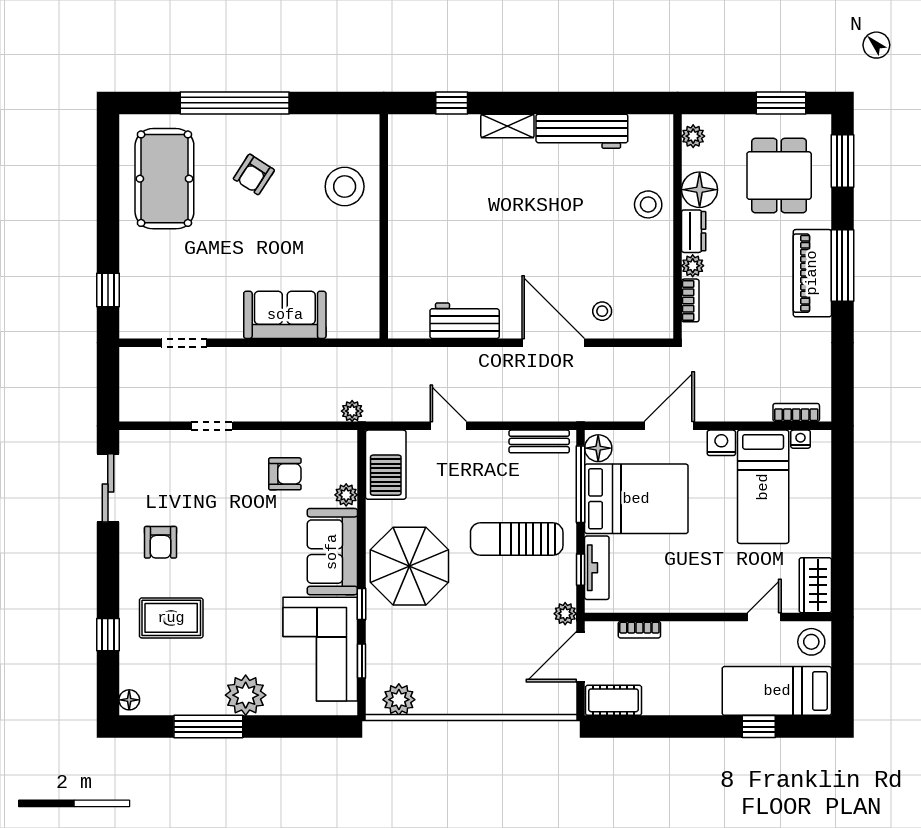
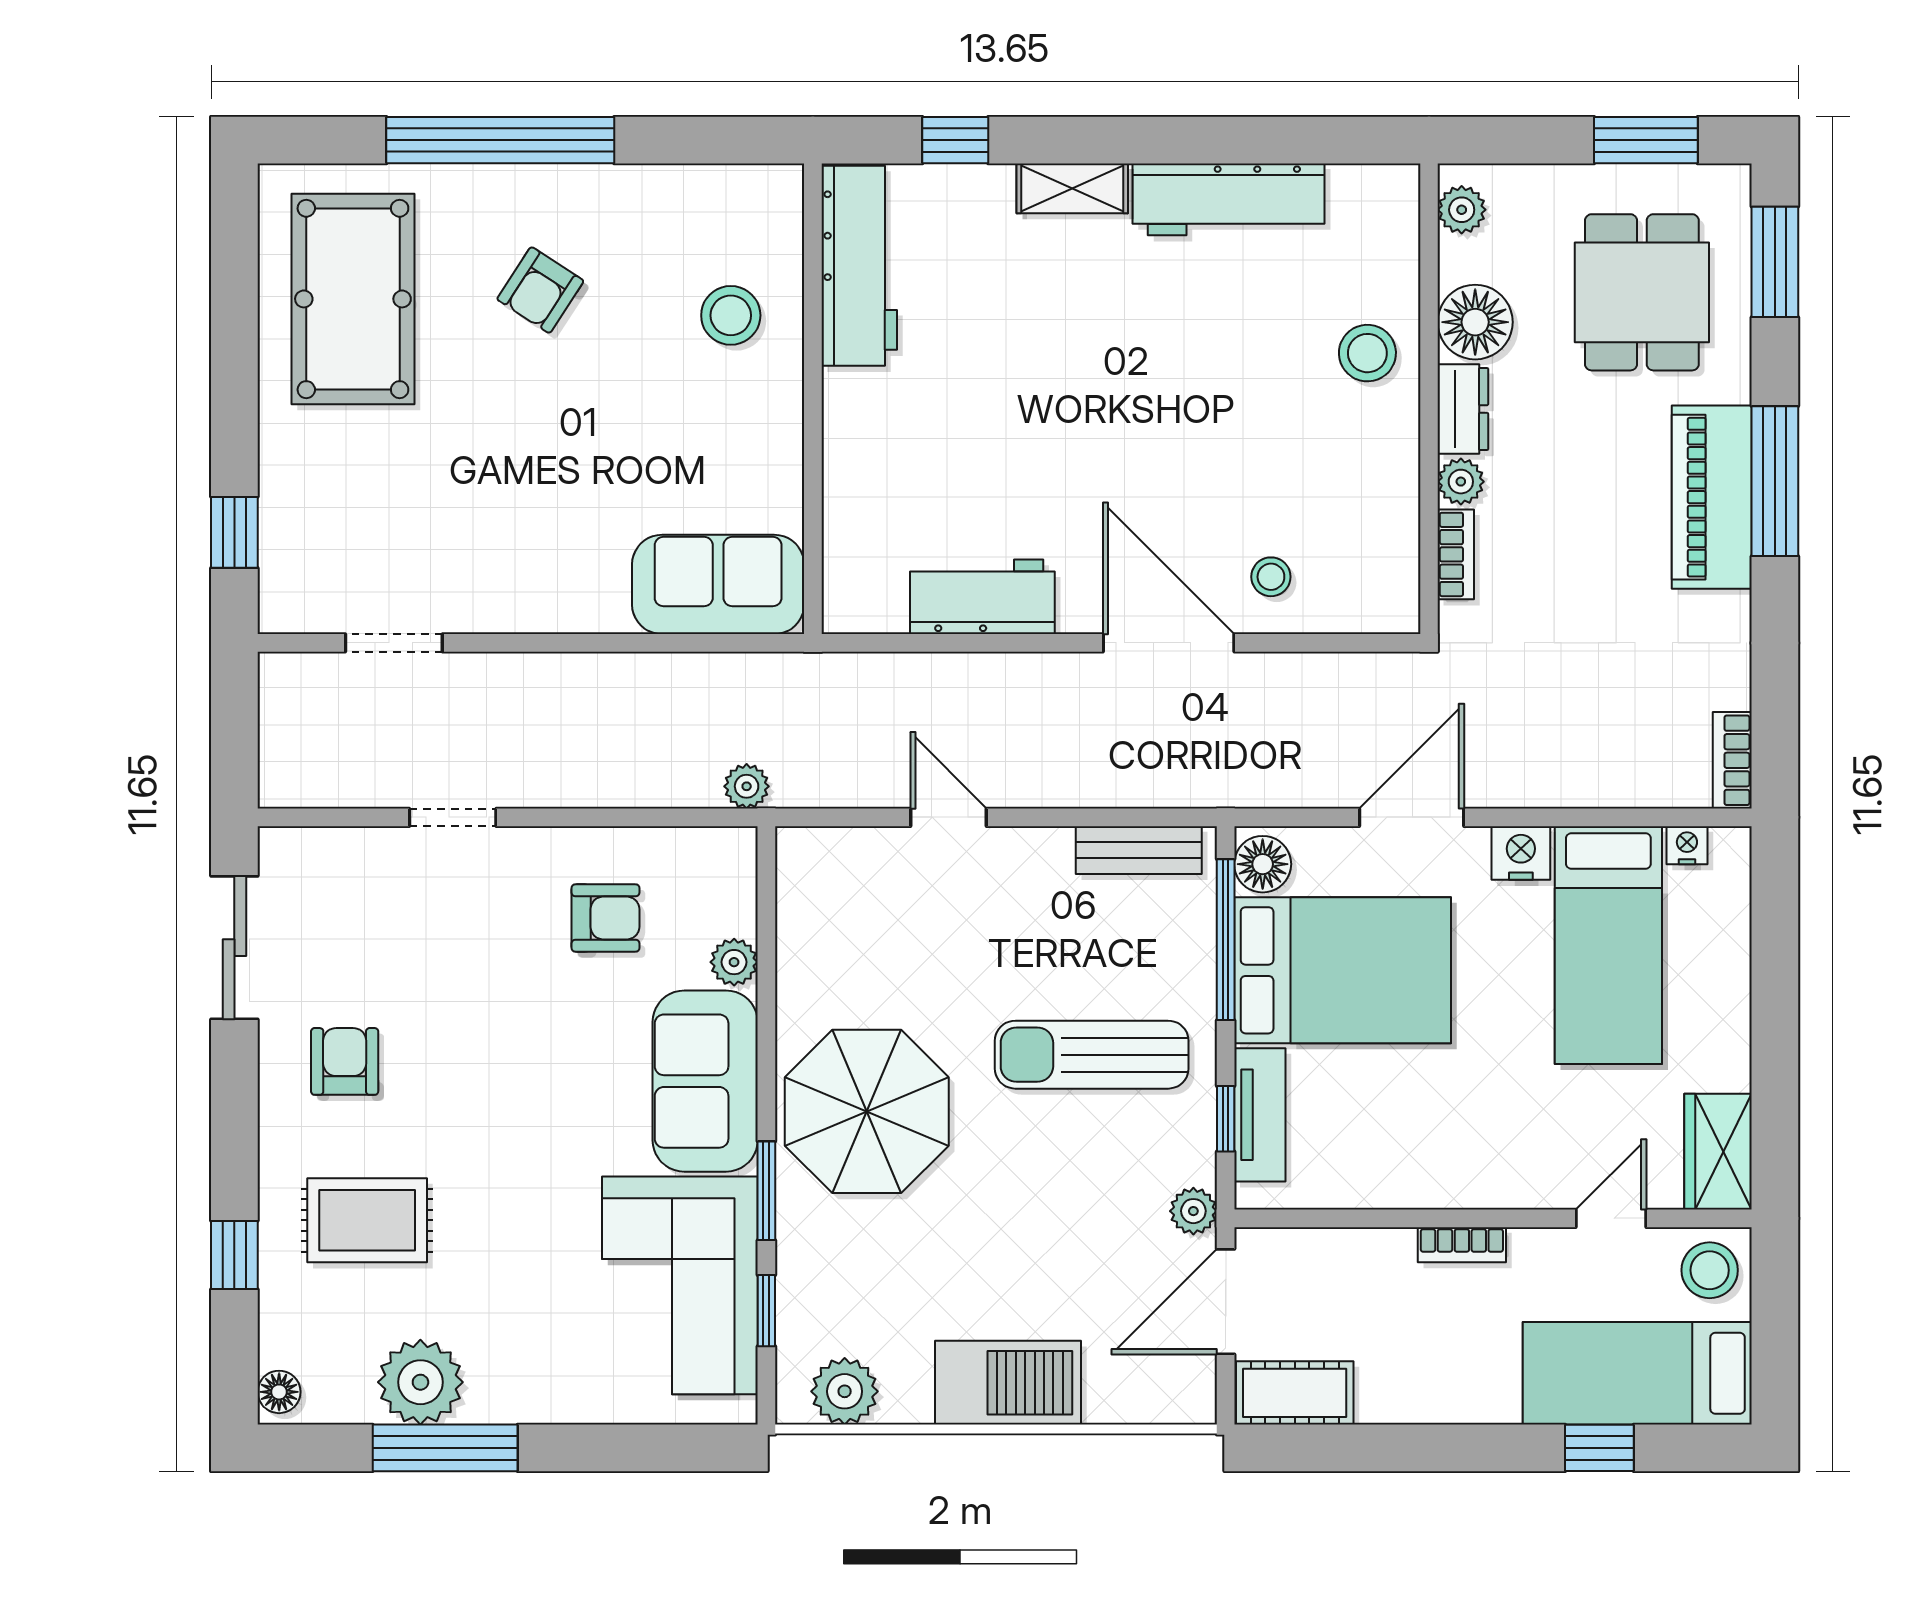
workbench: (406, 163) -> (859, 266), added
stool: (345, 187) -> (731, 315), width x0.73, depth x0.73
sofa: (285, 315) -> (718, 584), moved
bookcase: (796, 412) -> (1732, 760), moved, turned -90
barbecue: (386, 465) -> (1008, 1383), moved, turned -90
armchair: (160, 542) -> (345, 1061), turned 180
window: (362, 604) -> (766, 1191), width x1.50
bookcase: (639, 630) -> (1462, 1245), moved
plant: (246, 695) -> (420, 1382), moved

